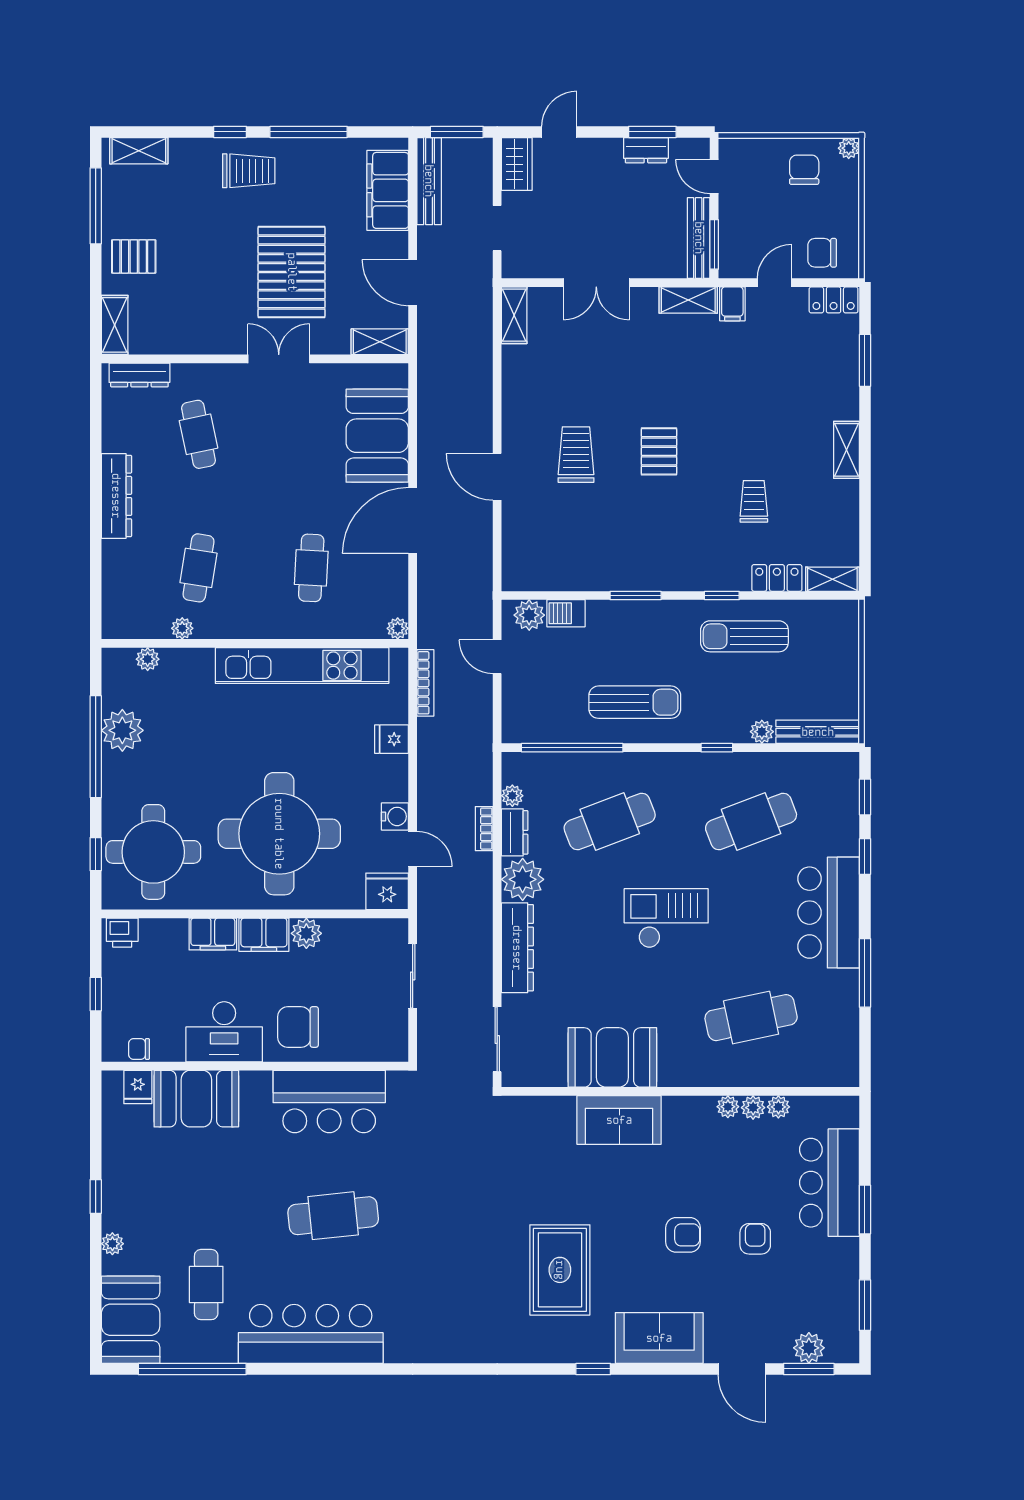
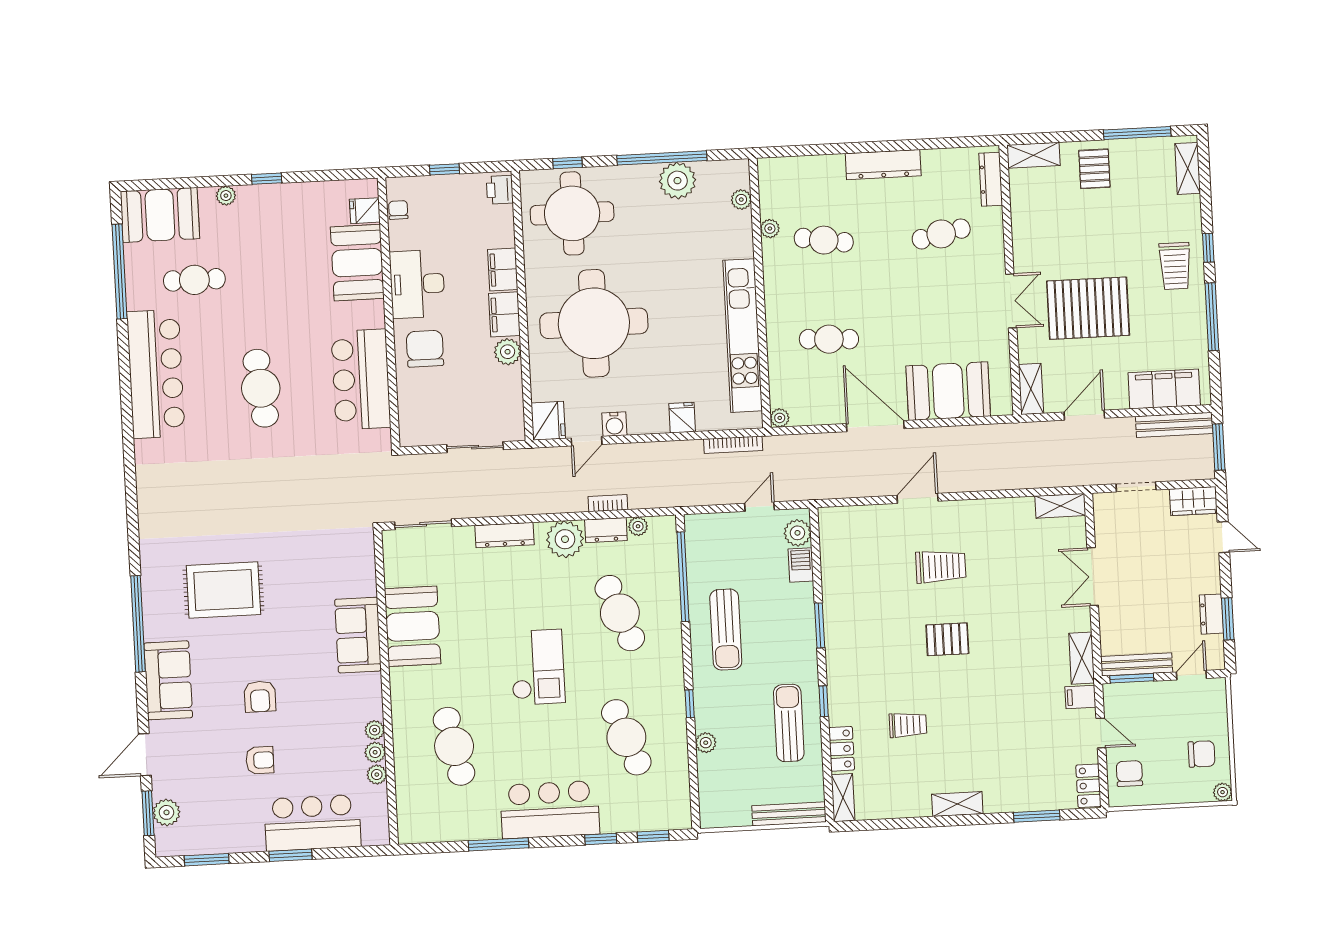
bench: (818, 732) -> (789, 814), moved, turned 90
dresser: (517, 948) -> (504, 535), width x0.73, depth x0.80
window: (593, 1369) -> (138, 624), width x3.17

